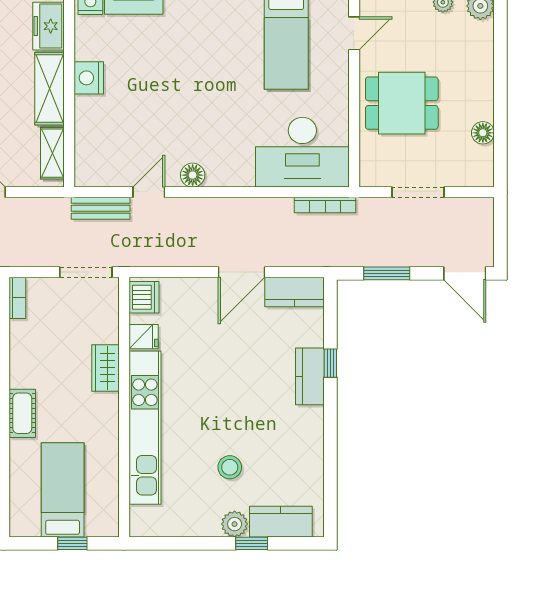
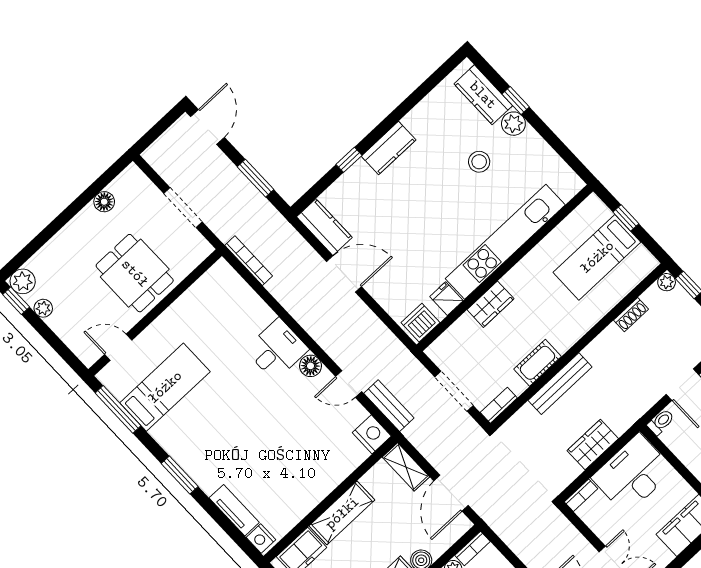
nightstand: (89, 78) -> (372, 434), moved, turned -90
desk: (302, 152) -> (277, 349), moved, width x0.53, depth x0.77
shelving: (52, 153) -> (406, 467), moved, turned 90
doorway: (86, 272) -> (454, 391), moved
kitchen counter: (310, 376) -> (389, 148), moved
cot: (22, 413) -> (537, 363), moved

